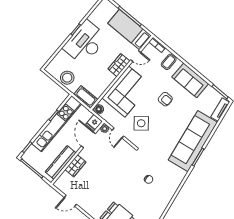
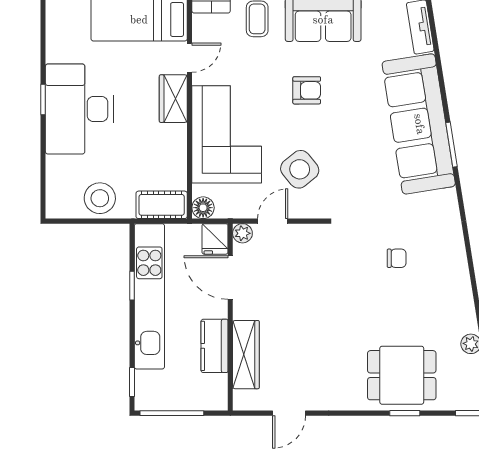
door: (118, 133) -> (273, 221), swing flipped
kitchen counter: (61, 162) -> (214, 346), width x0.67
wardrobe: (75, 166) -> (246, 355), width x1.50

